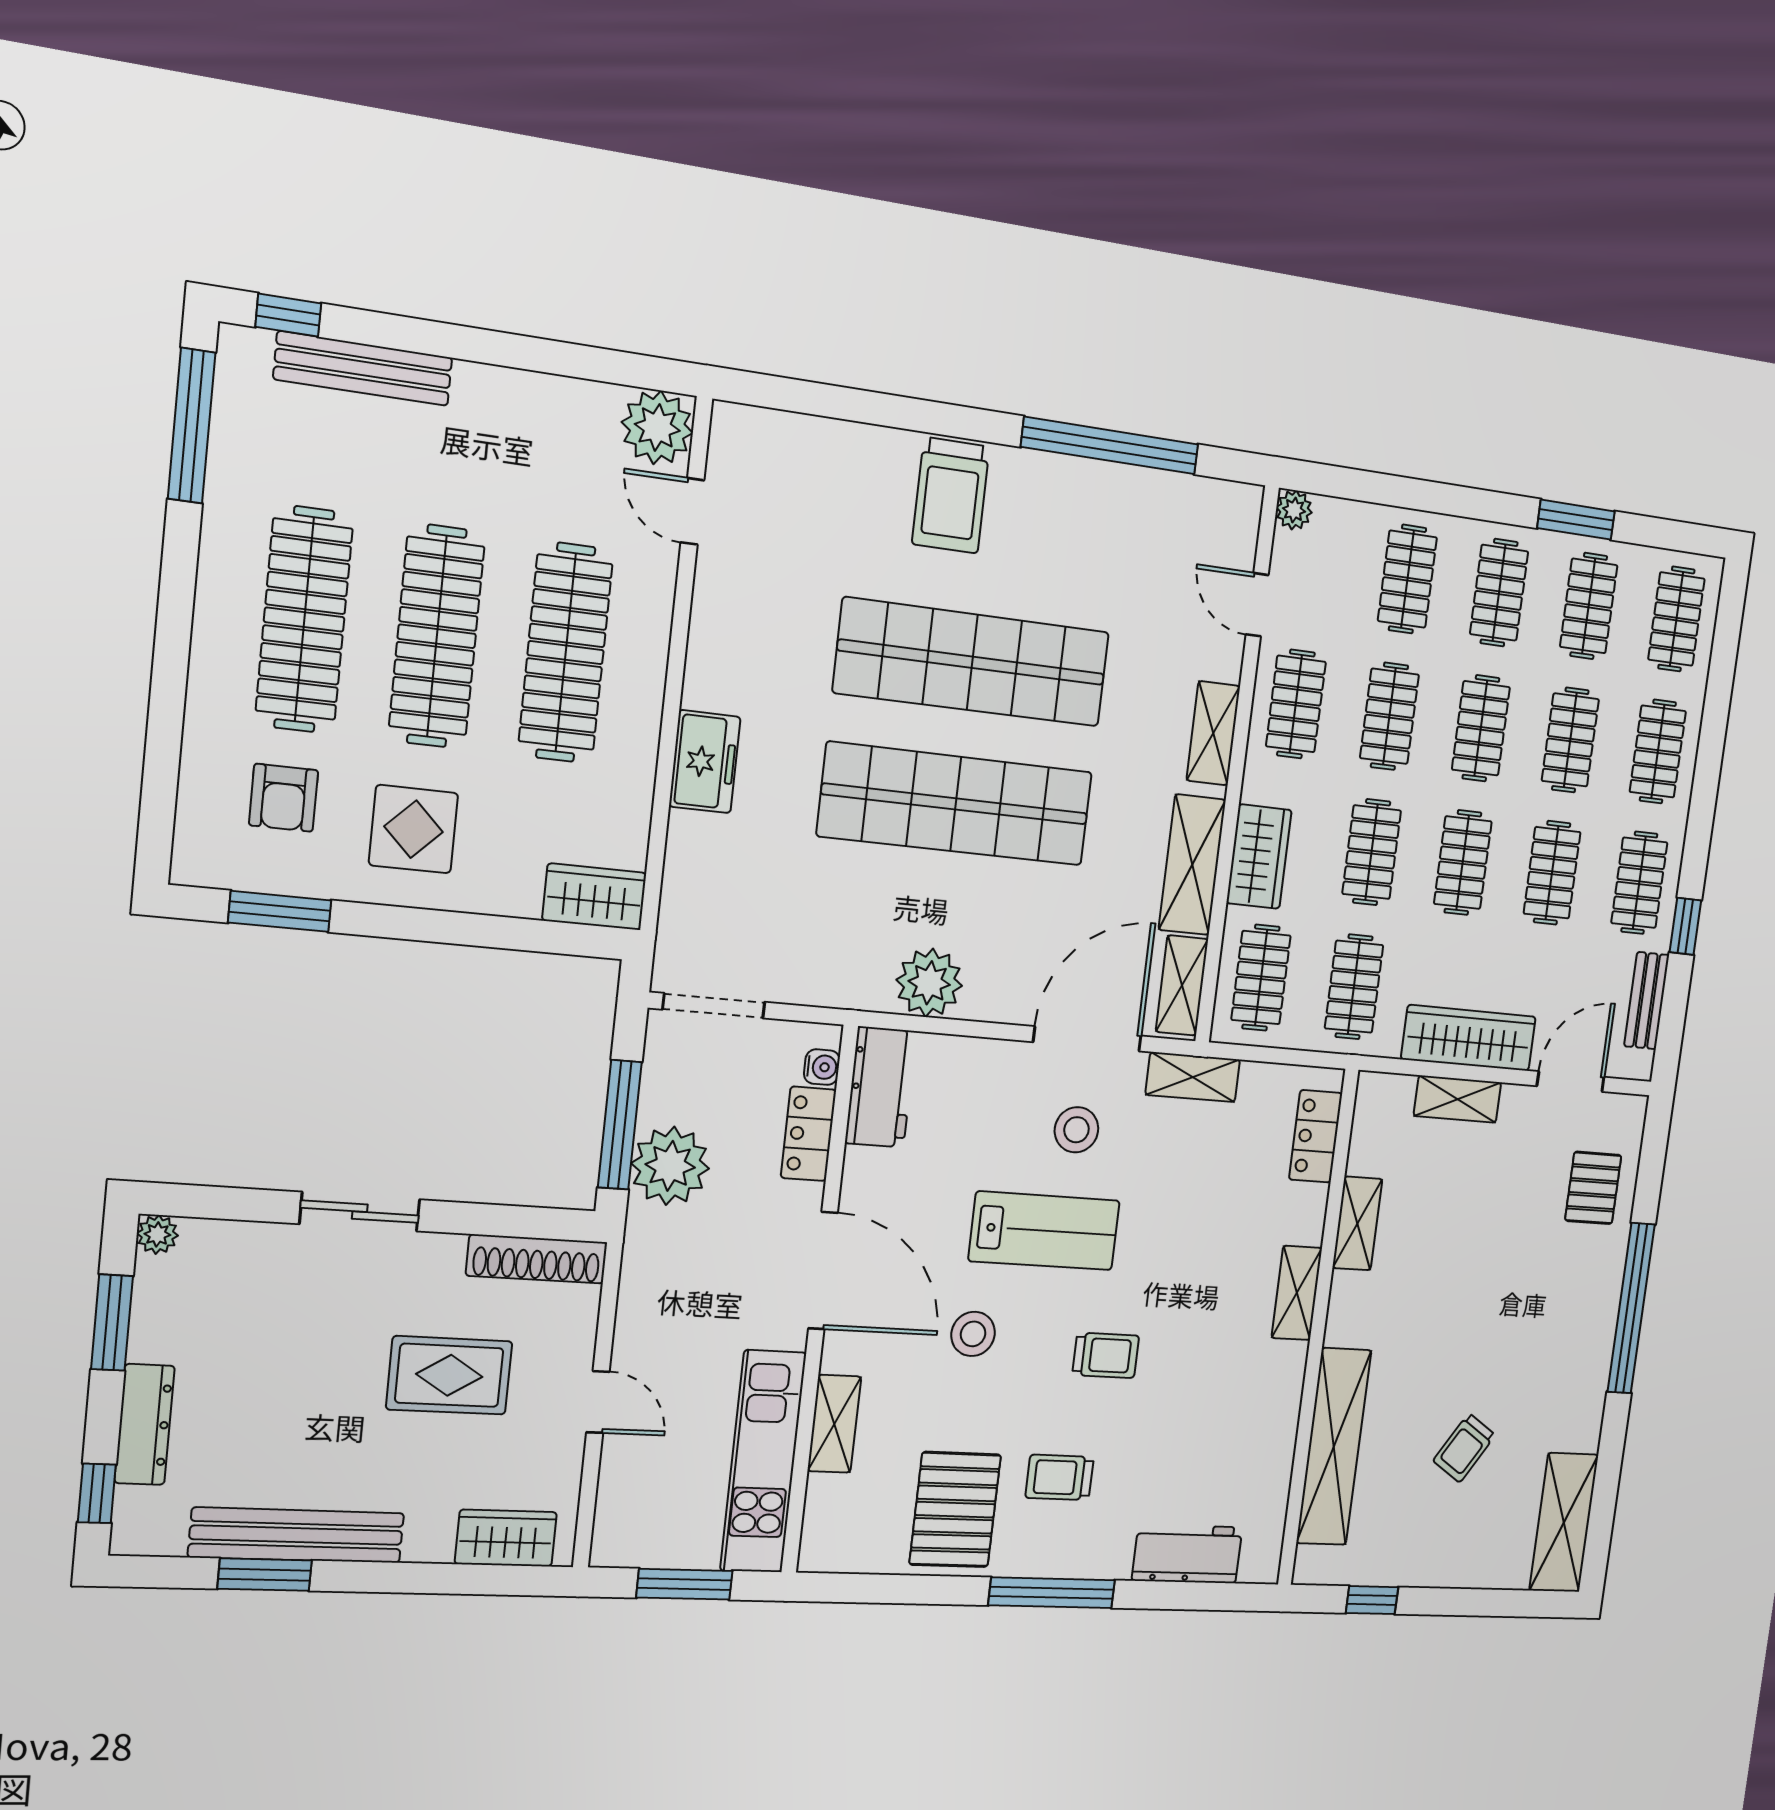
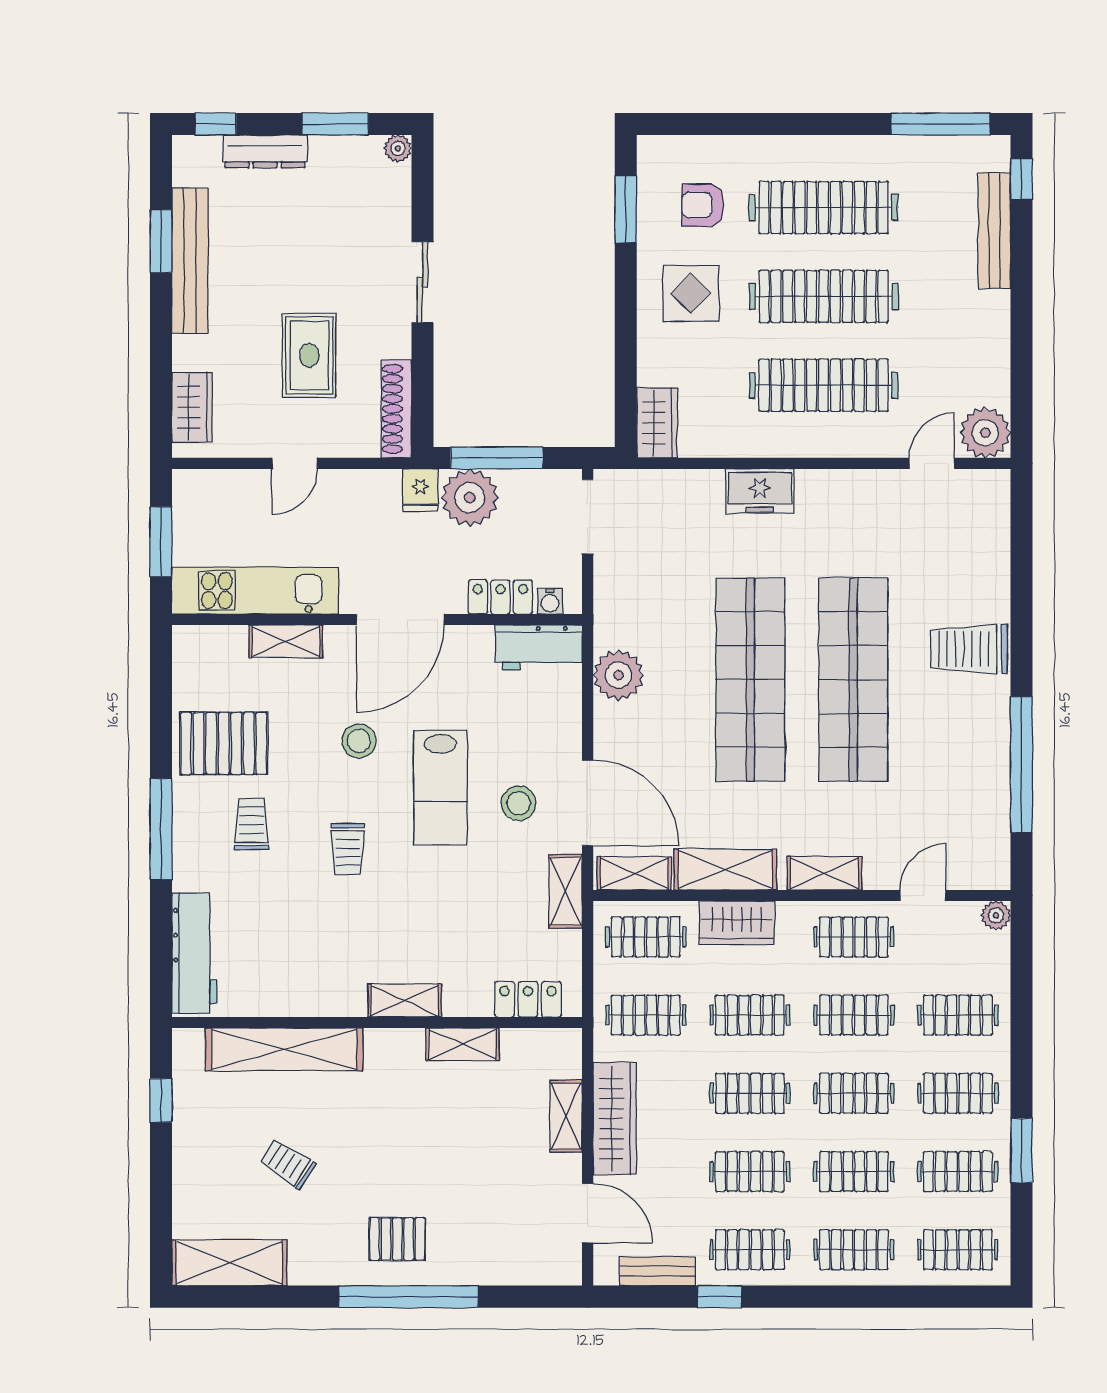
pallet: (1593, 1188) -> (397, 1239), moved
fridge: (653, 1233) -> (420, 490), added
workbench: (1187, 1554) -> (194, 953), width x1.37

